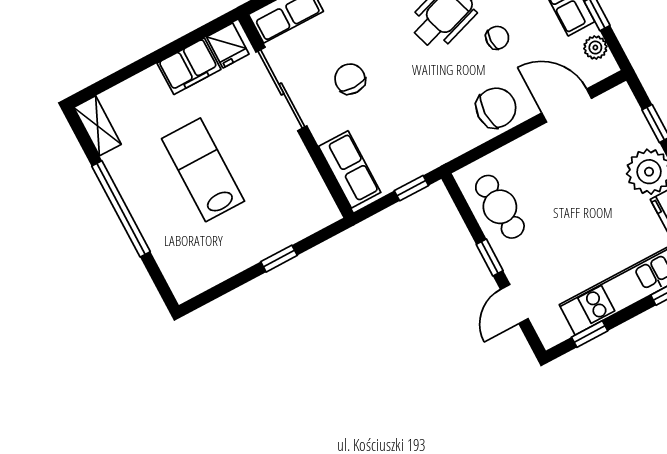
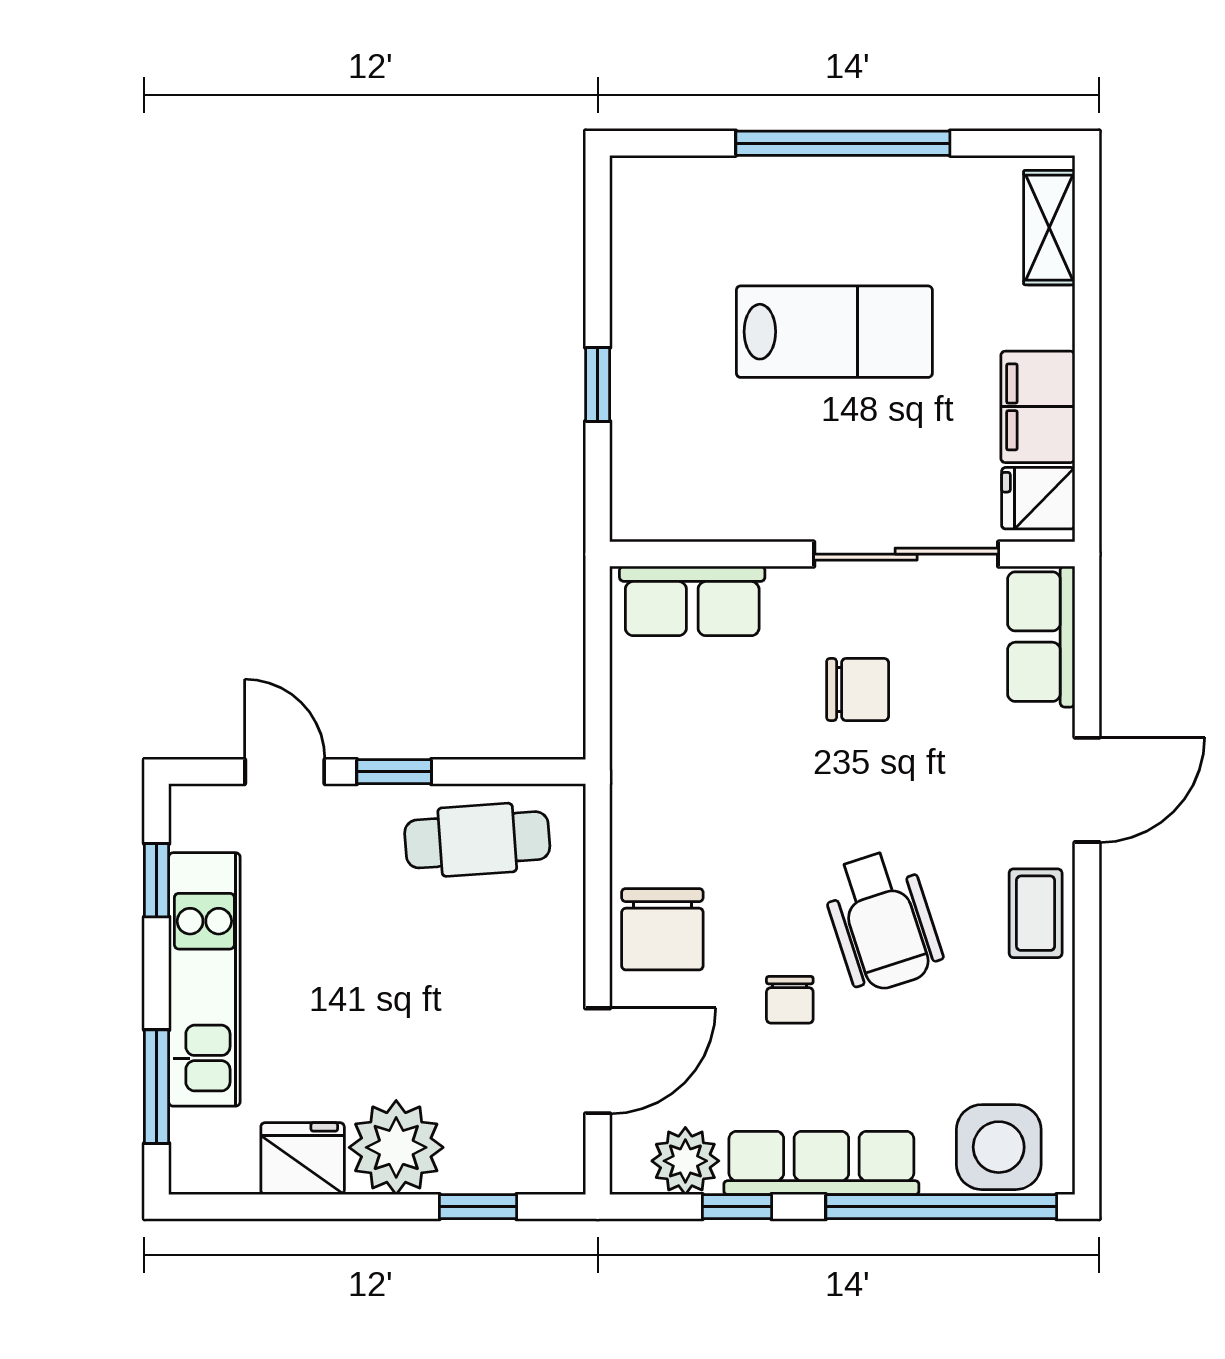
plant: (595, 48) -> (685, 1161), width x1.38, depth x1.38
shelving: (97, 126) -> (1049, 228), moved, turned 90
window: (411, 188) -> (598, 696), removed

